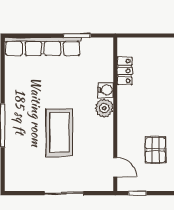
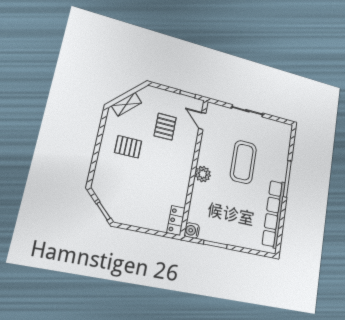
row of seats: (43, 47) -> (274, 214), moved, turned -90
locker: (125, 71) -> (176, 220), moved
water cooler: (106, 90) -> (192, 230), moved

